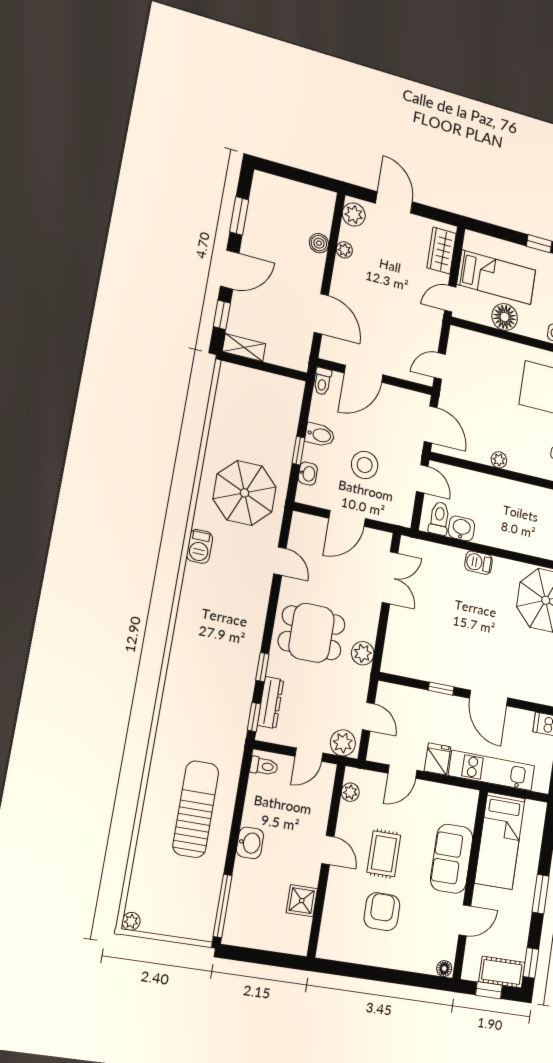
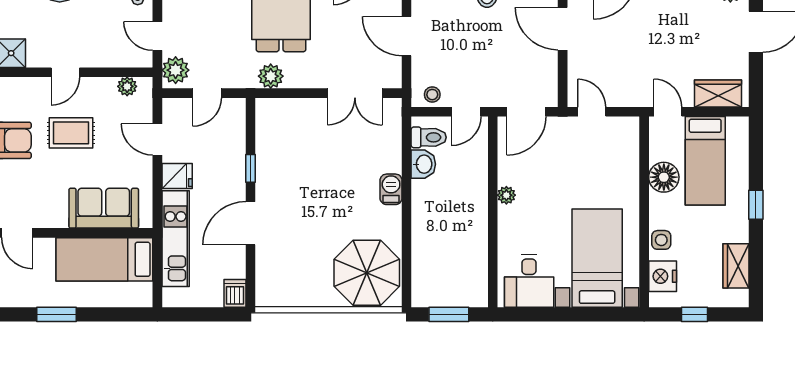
stool: (365, 465) -> (432, 95), moved, width x0.53, depth x0.53
sofa: (452, 859) -> (104, 208), moved

